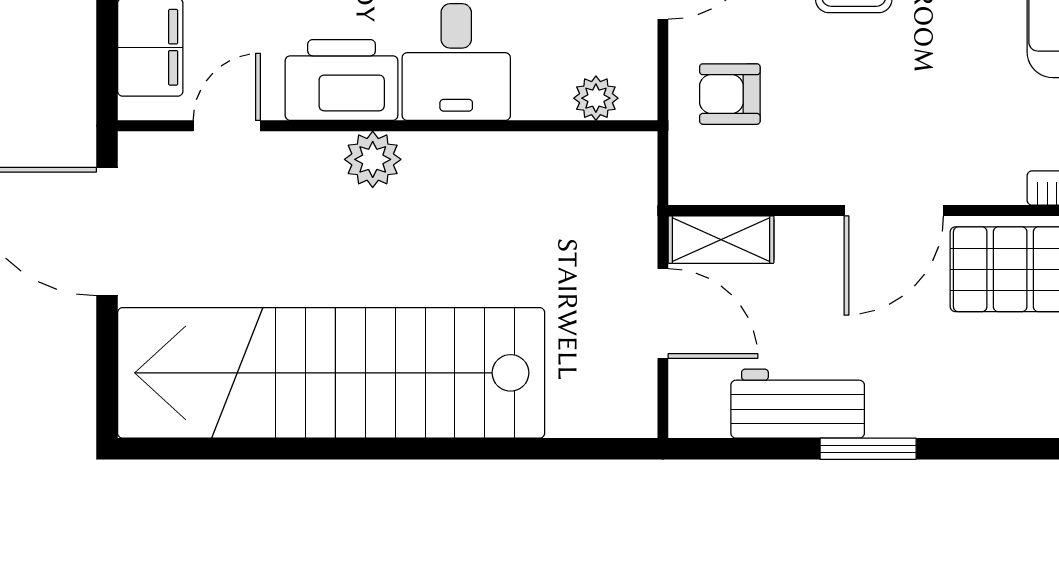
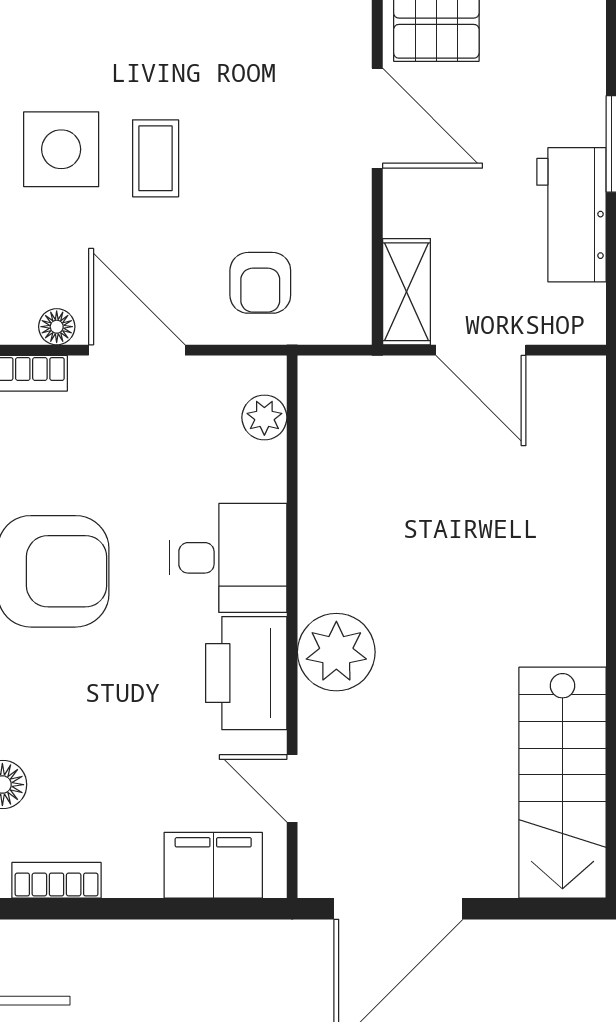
plant: (373, 159) -> (336, 652), width x1.36, depth x1.36
door: (663, 314) -> (481, 350), swing flipped
stairs: (331, 373) -> (562, 783), width x0.54, depth x0.66

